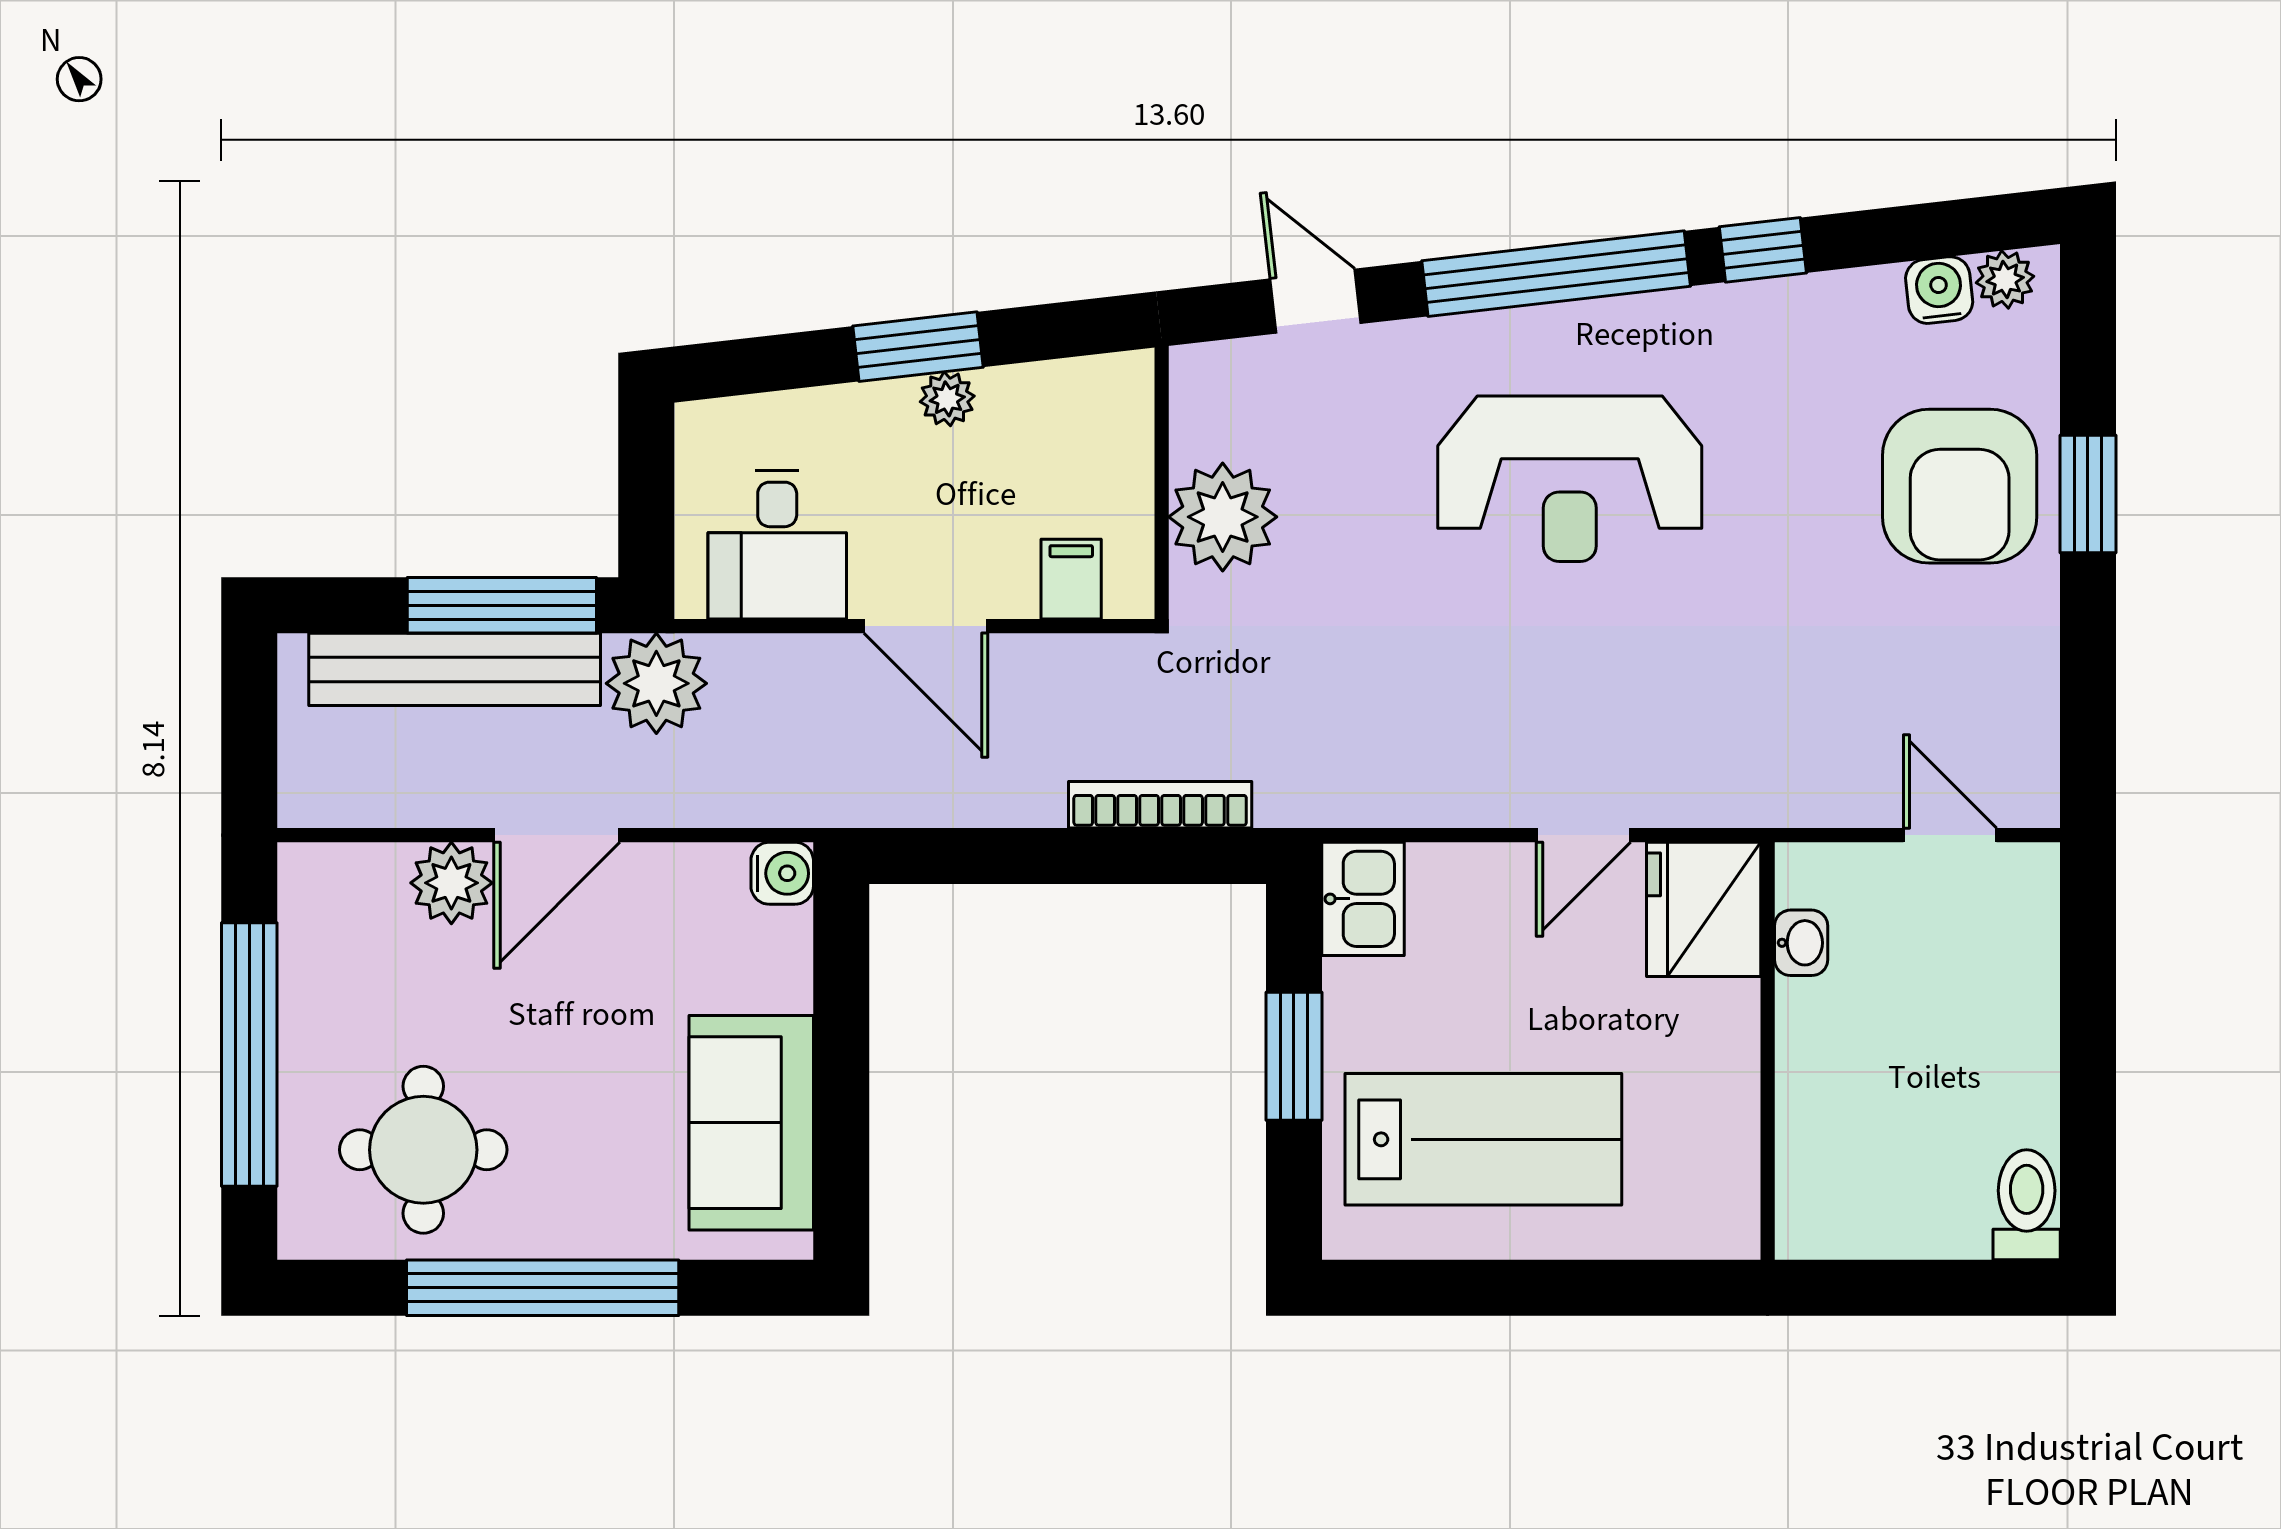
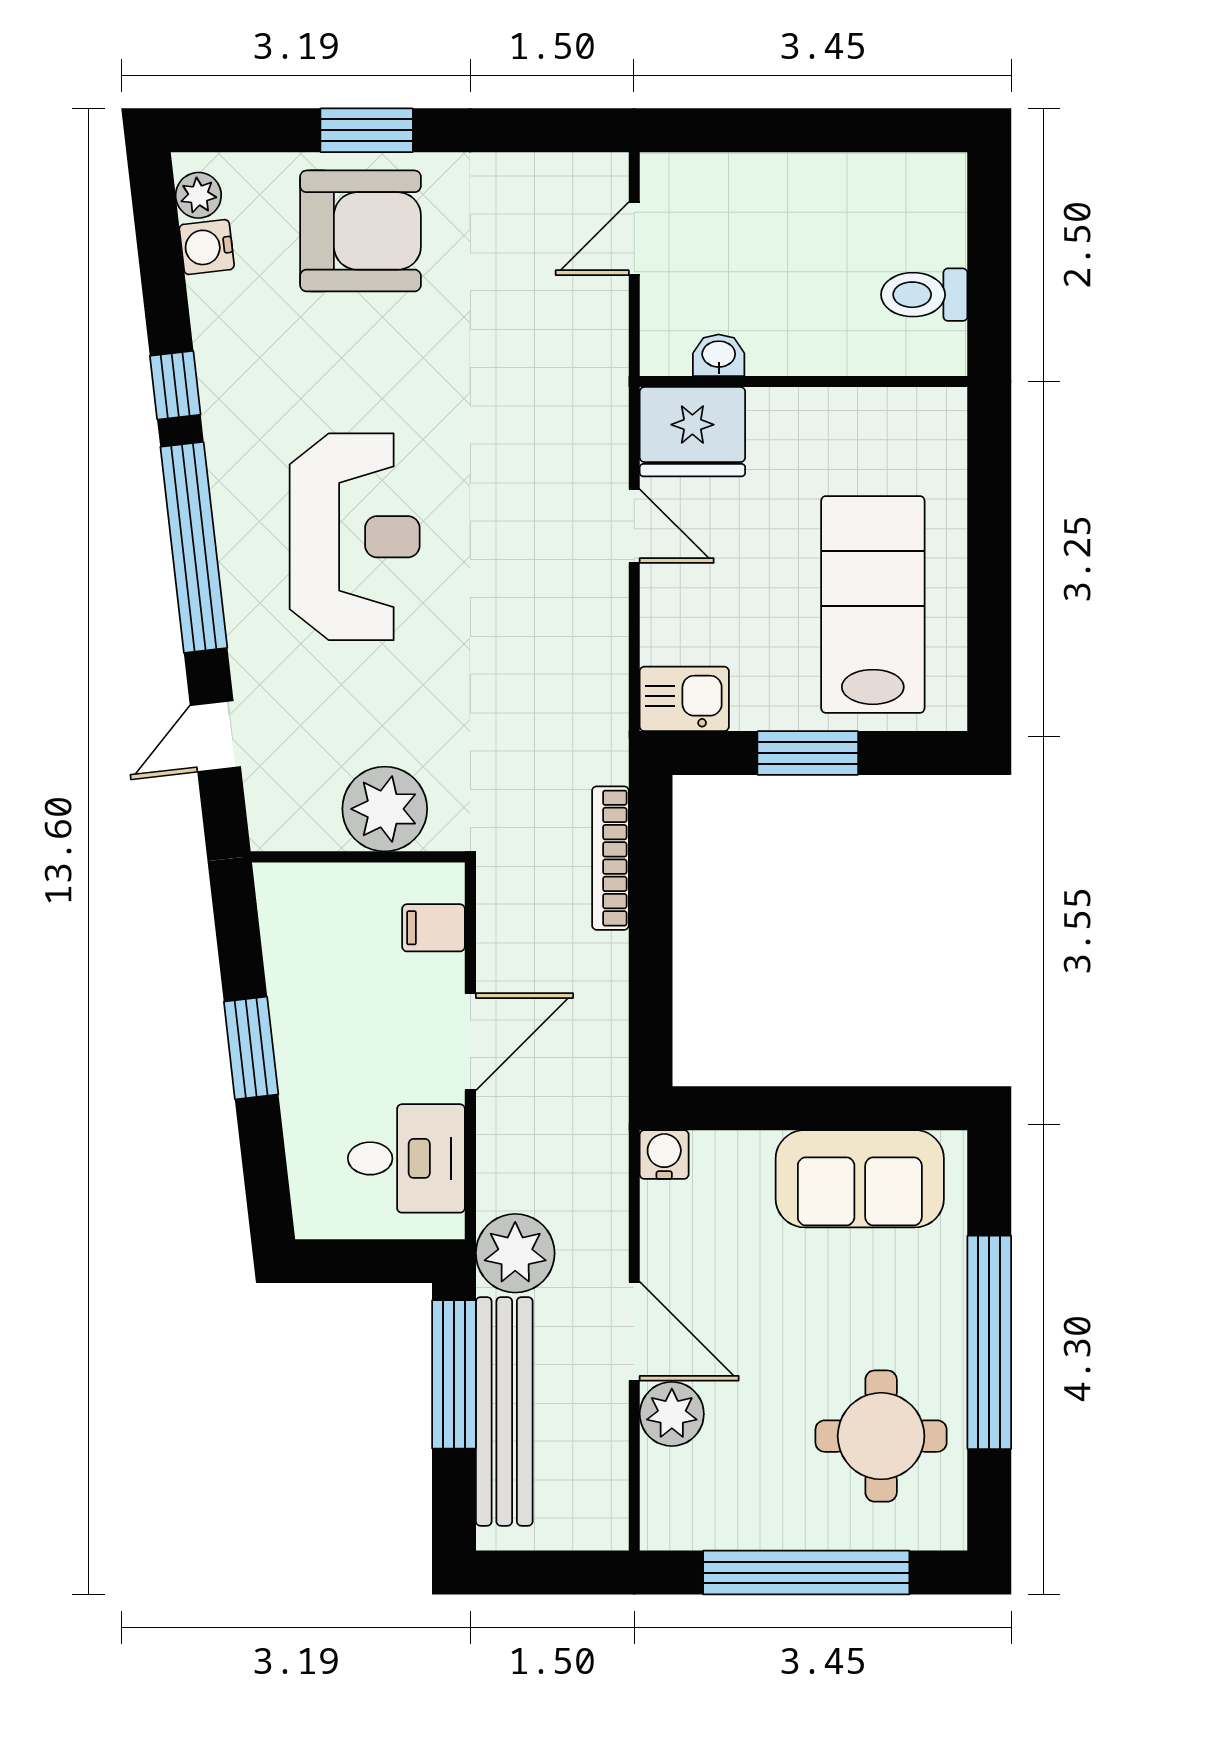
plant: (947, 399) -> (292, 1025), removed
toilet: (2027, 1205) -> (924, 295), moved

